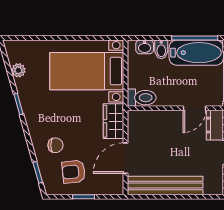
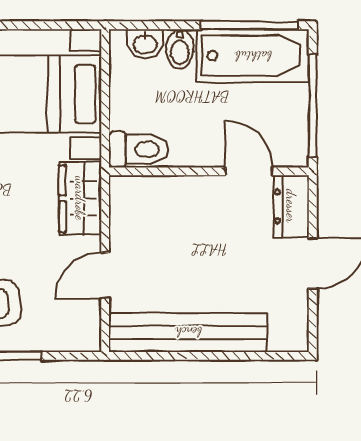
door: (194, 108) -> (249, 171), swing flipped
door: (125, 158) -> (105, 275), width x0.73

